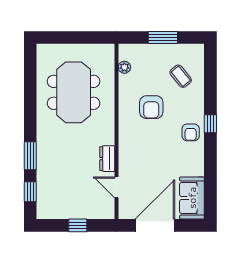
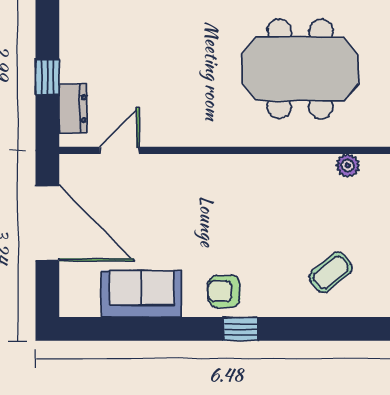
armchair: (151, 107) -> (272, 217), removed
dresser: (107, 159) -> (73, 109), moved, turned 90
sofa: (192, 198) -> (141, 294), moved

